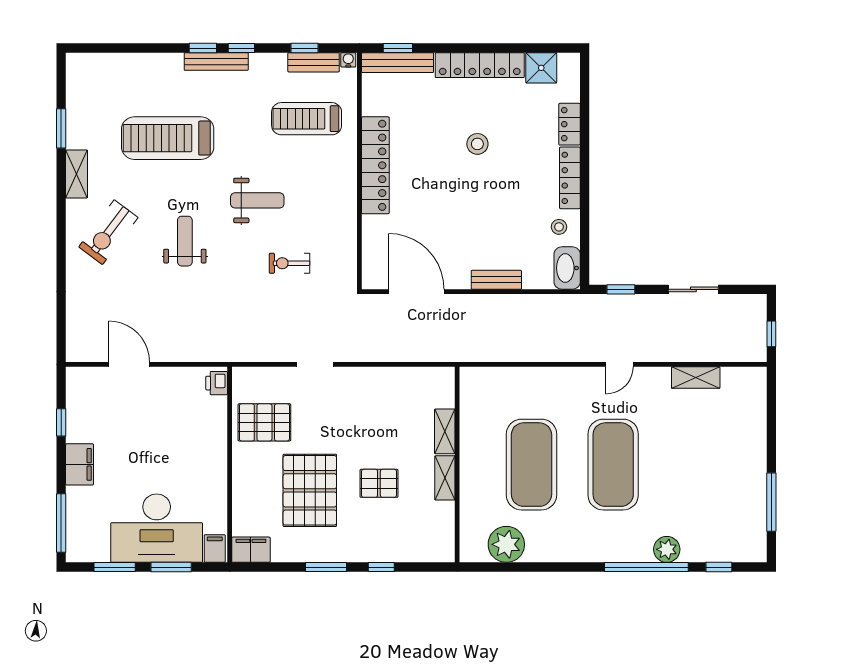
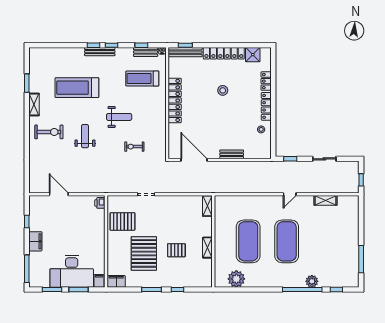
exercise bike: (108, 232) -> (49, 132), turned -127
washbasin: (567, 268) -> (265, 149), removed
shelving: (445, 431) -> (207, 206), moved

